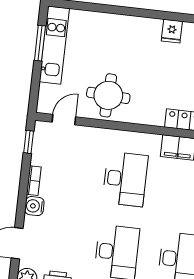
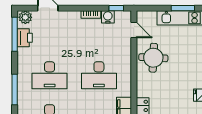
water cooler: (34, 206) -> (108, 17), moved

